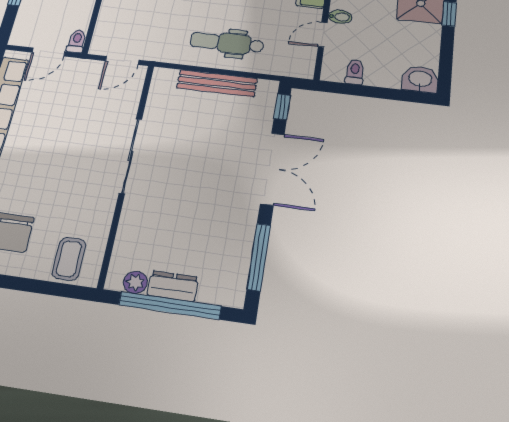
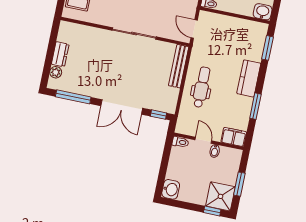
toilet: (355, 72) -> (180, 142), moved
bench: (217, 83) -> (179, 66), moved
plant: (135, 282) -> (56, 72), moved
window: (170, 306) -> (50, 52), removed

